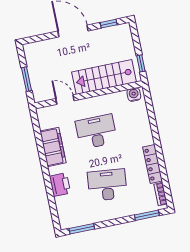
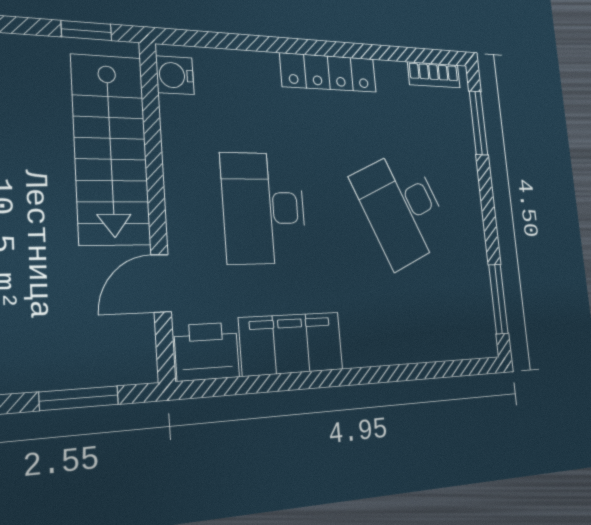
locker: (153, 164) -> (329, 73), moved
printer: (60, 185) -> (207, 351), moved
desk: (107, 185) -> (402, 208), turned -30

